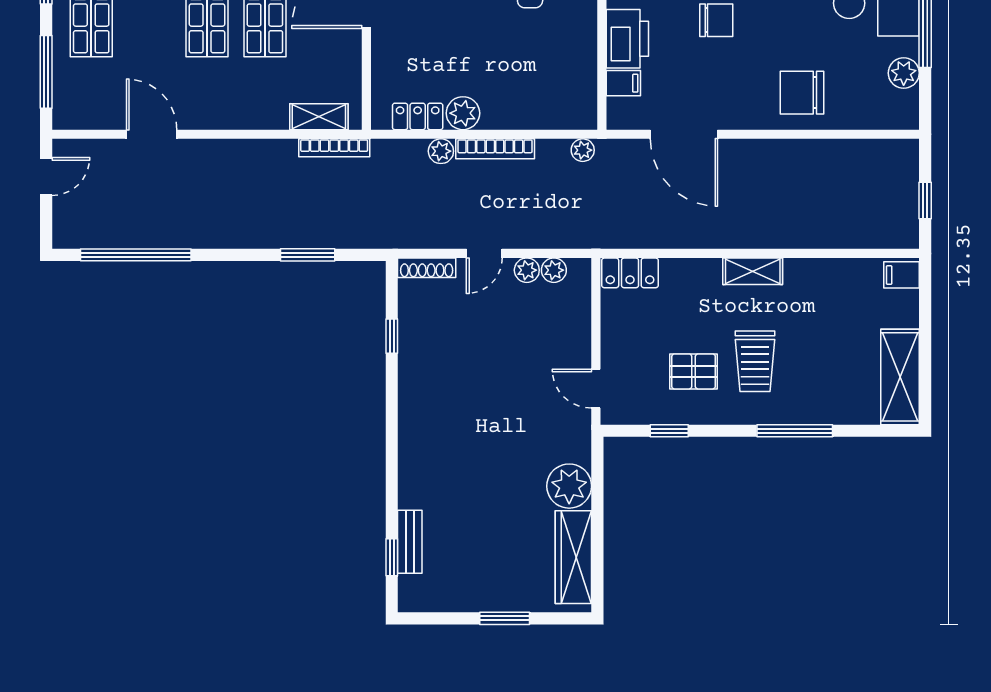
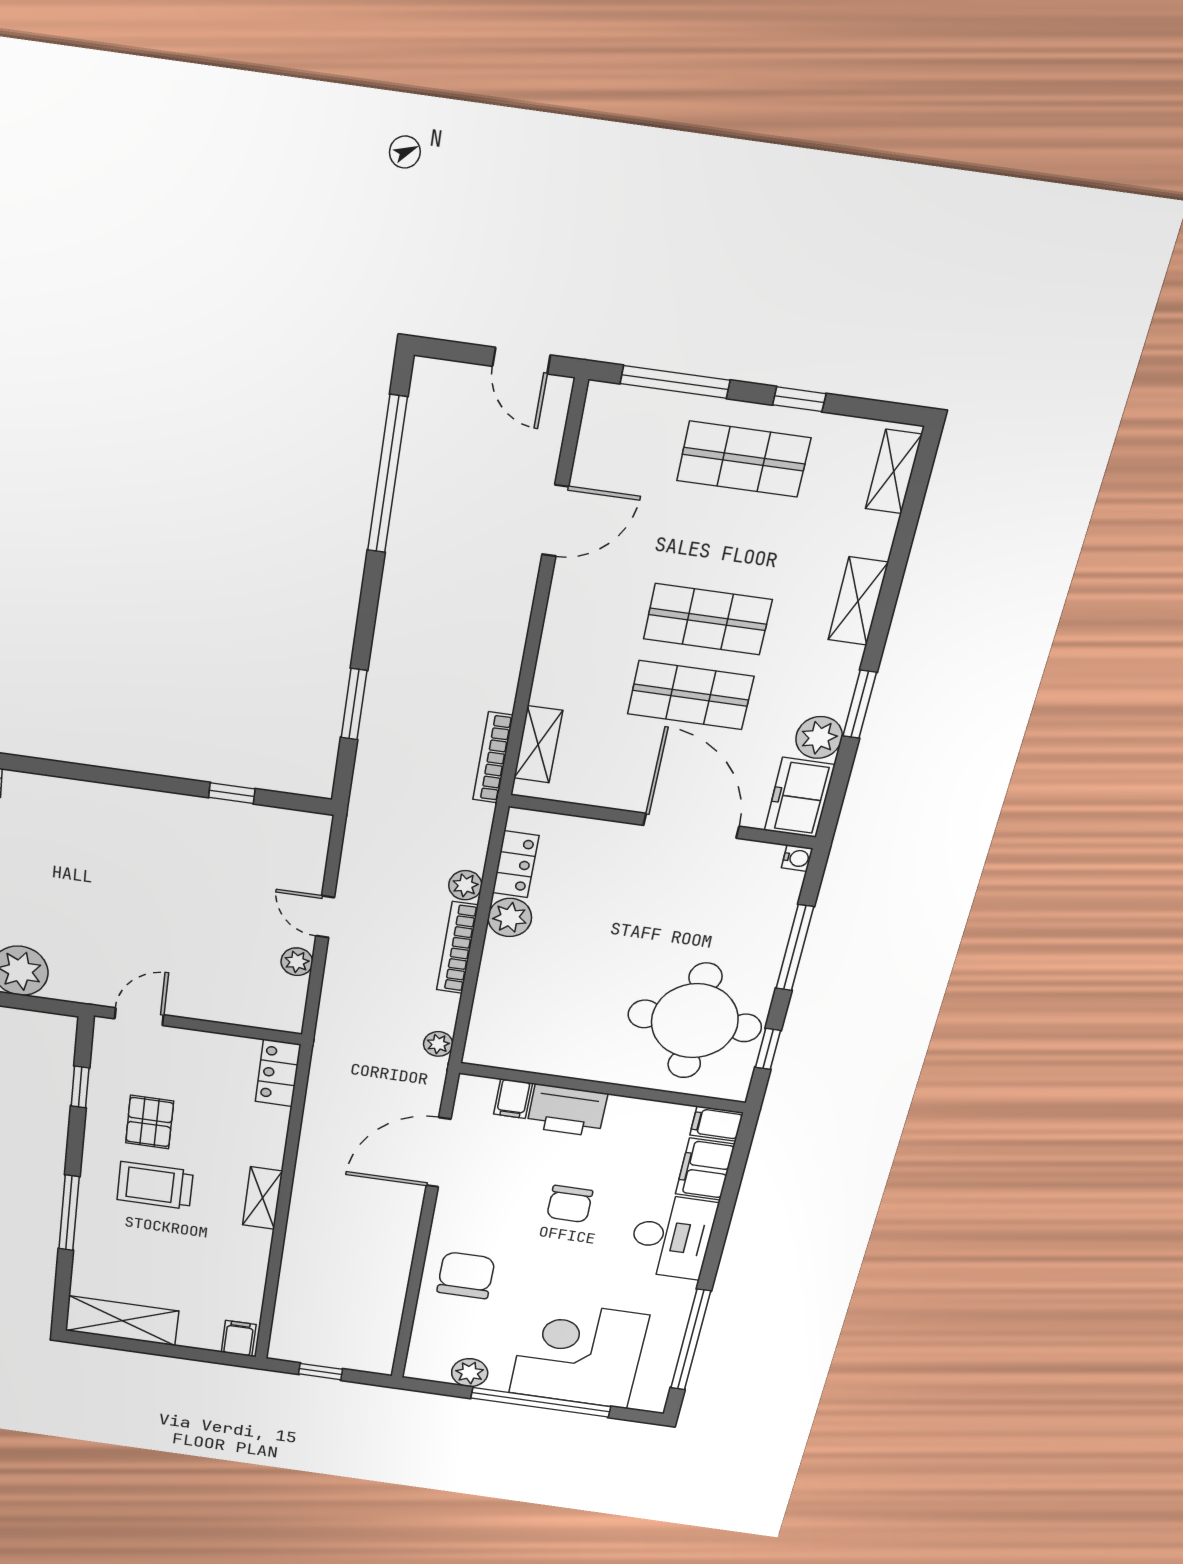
shoe rack: (427, 268) -> (316, 847), removed
plant: (554, 270) -> (293, 992), removed

